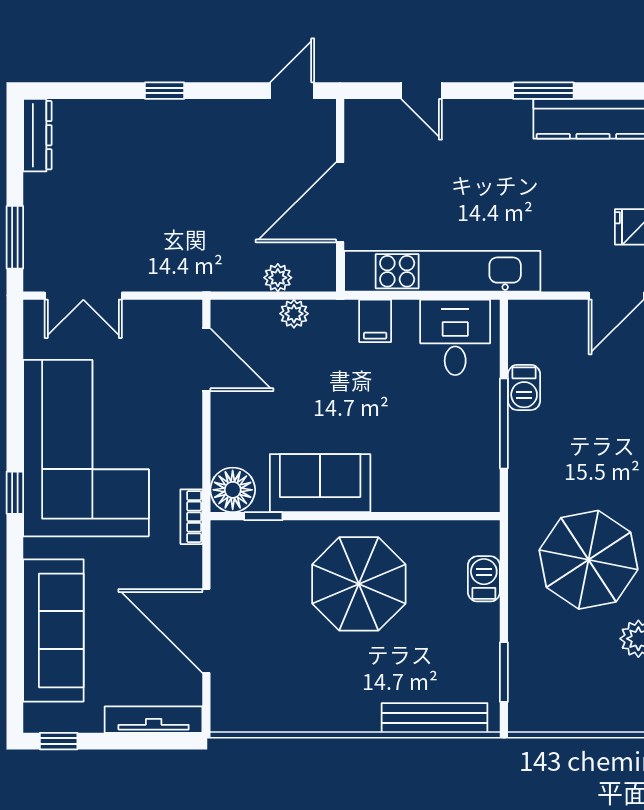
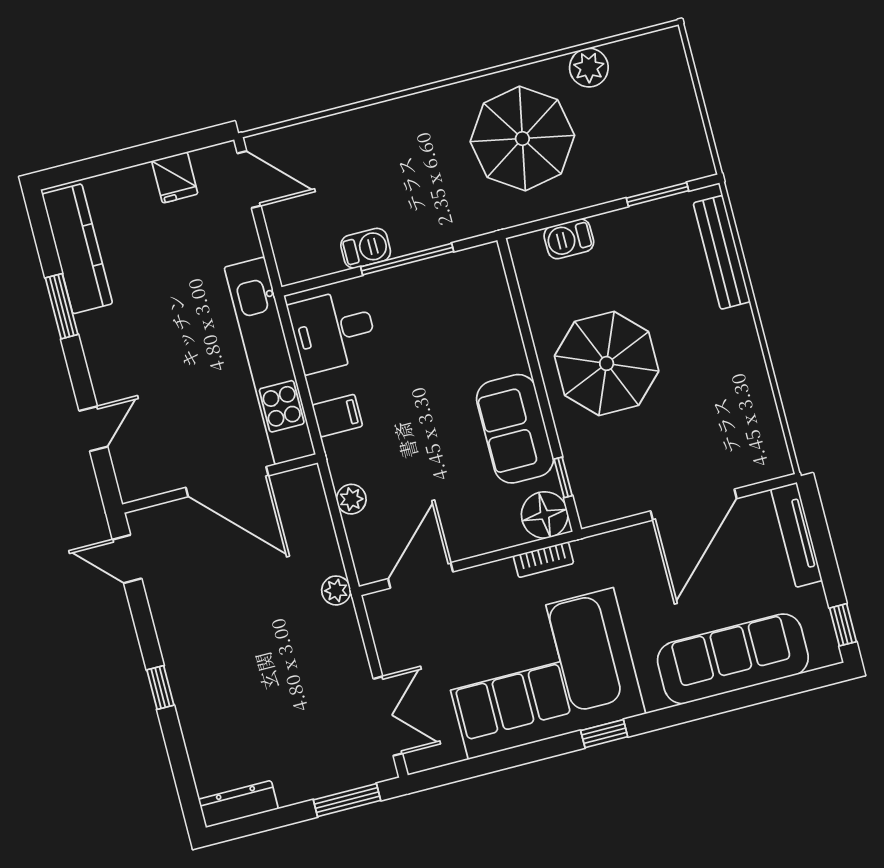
plant: (278, 278) -> (336, 590), moved
bookcase: (191, 517) -> (543, 560), moved

